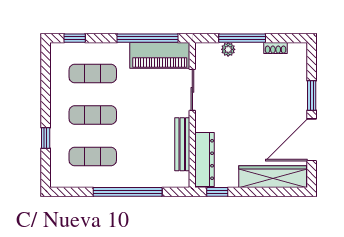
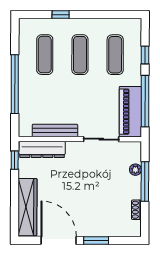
window: (75, 38) -> (145, 55), moved

